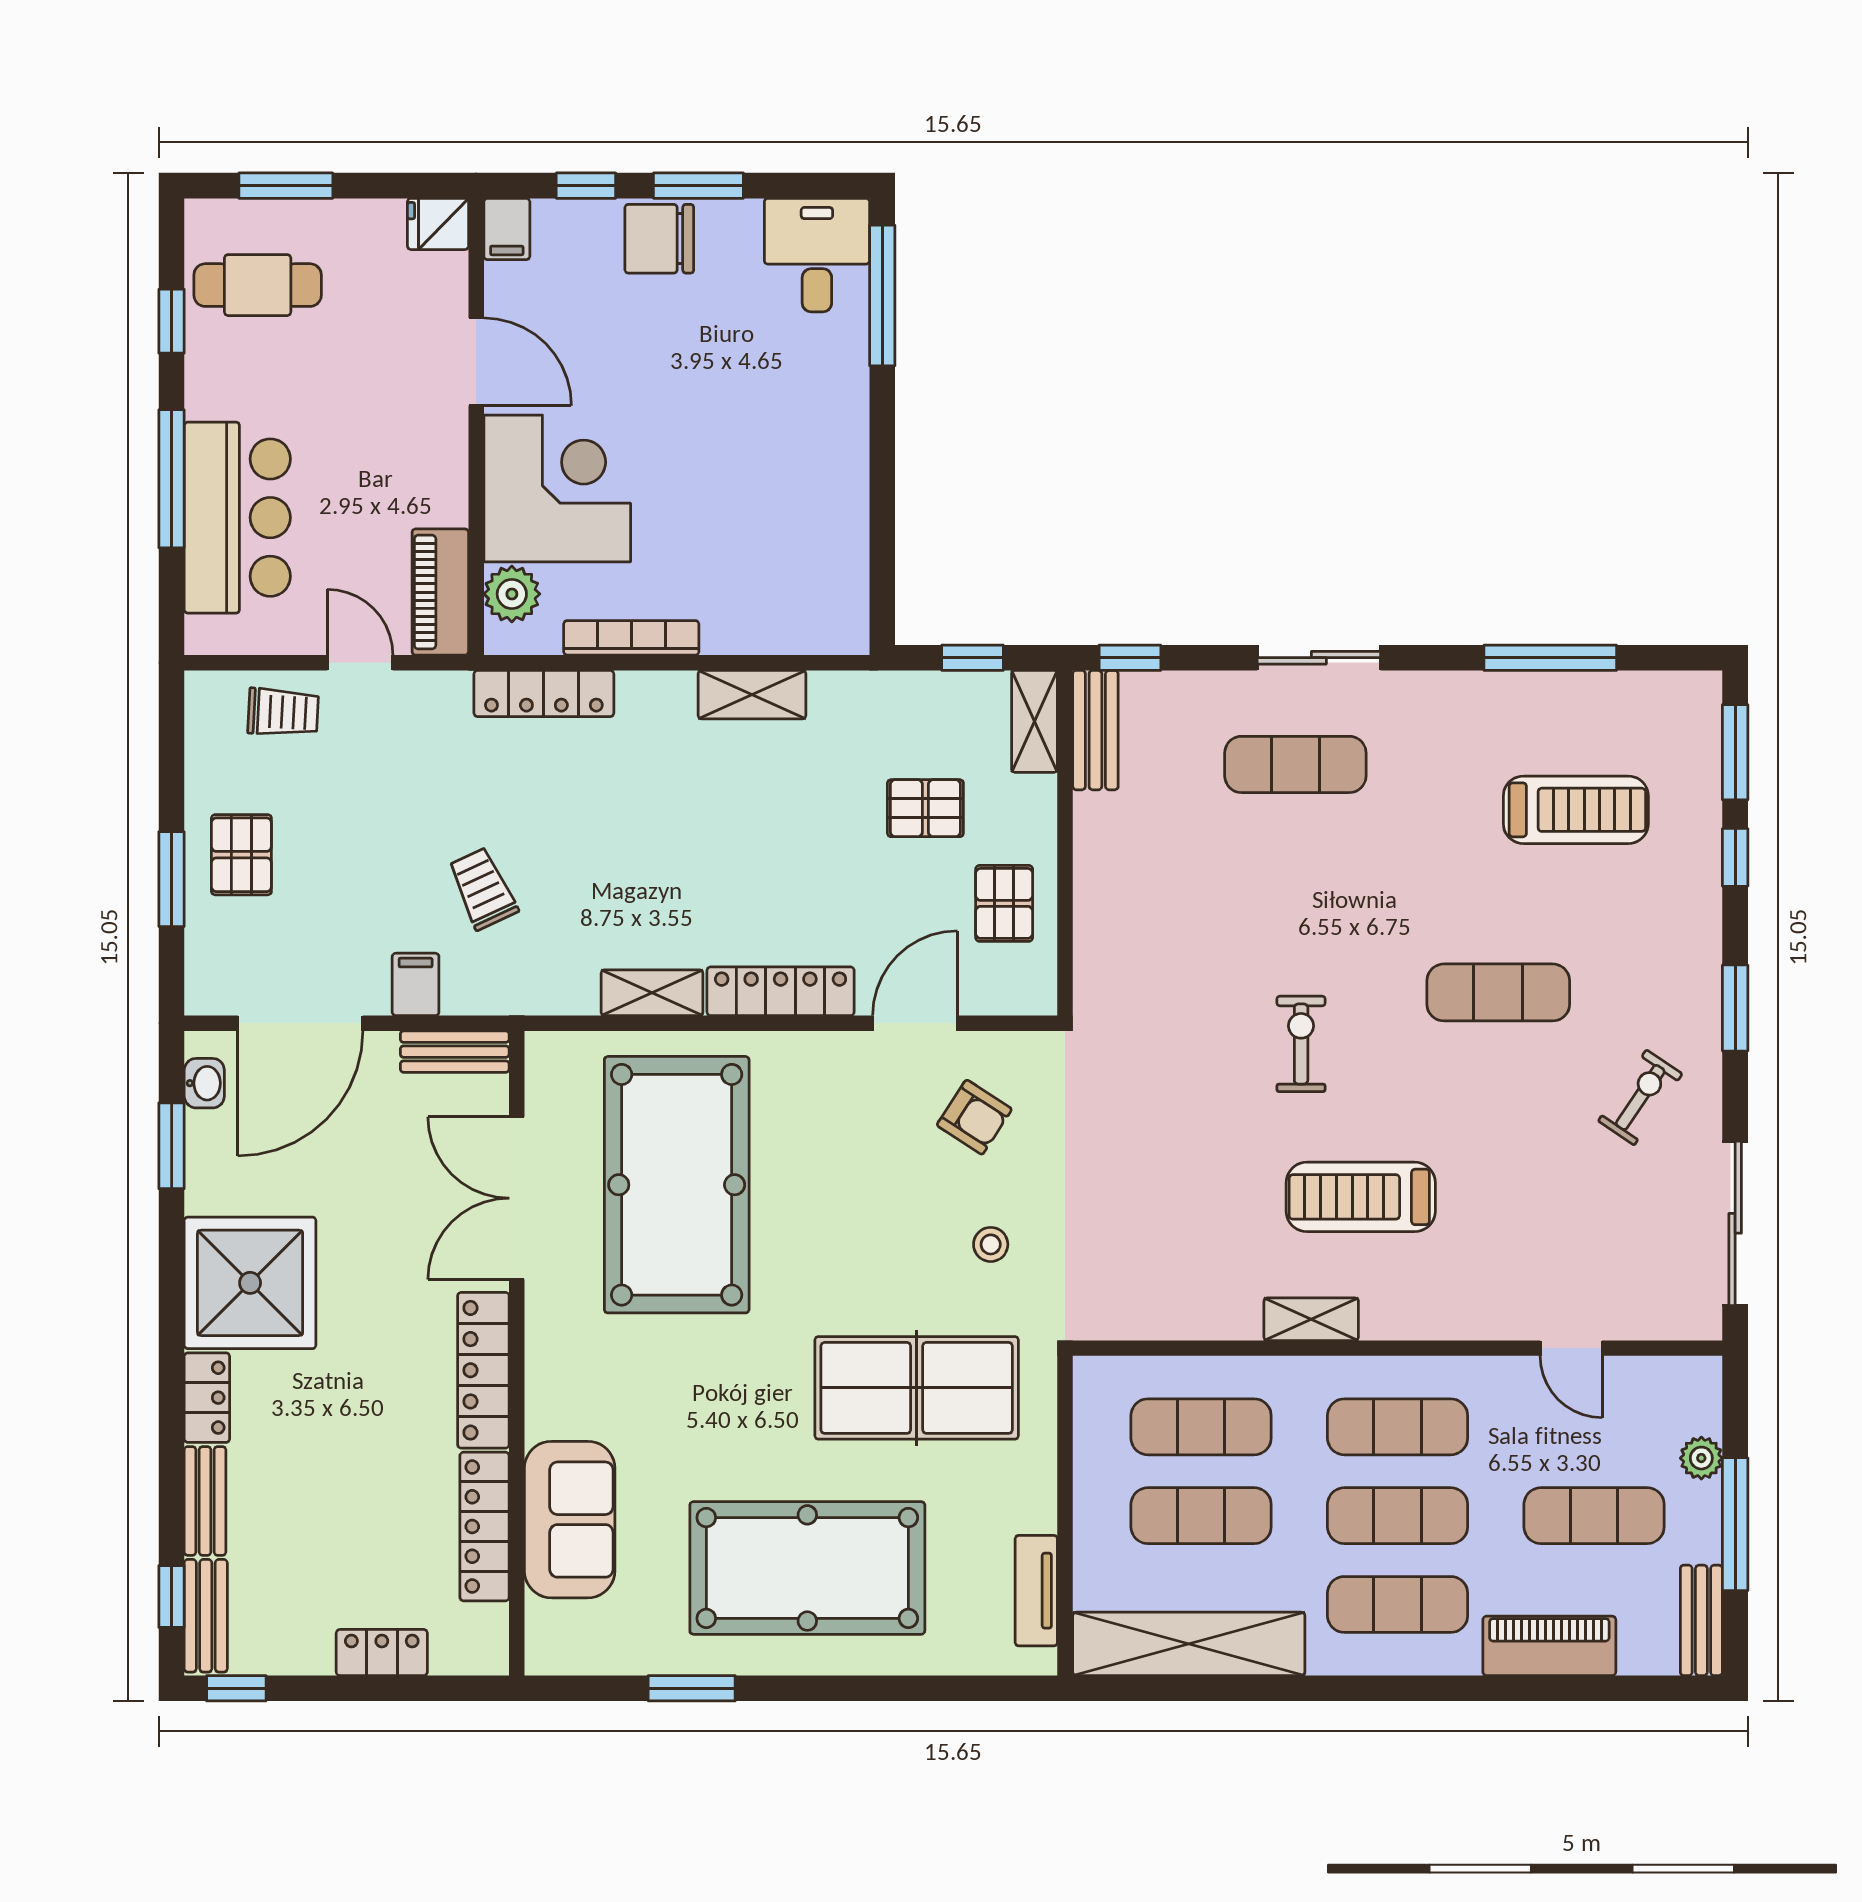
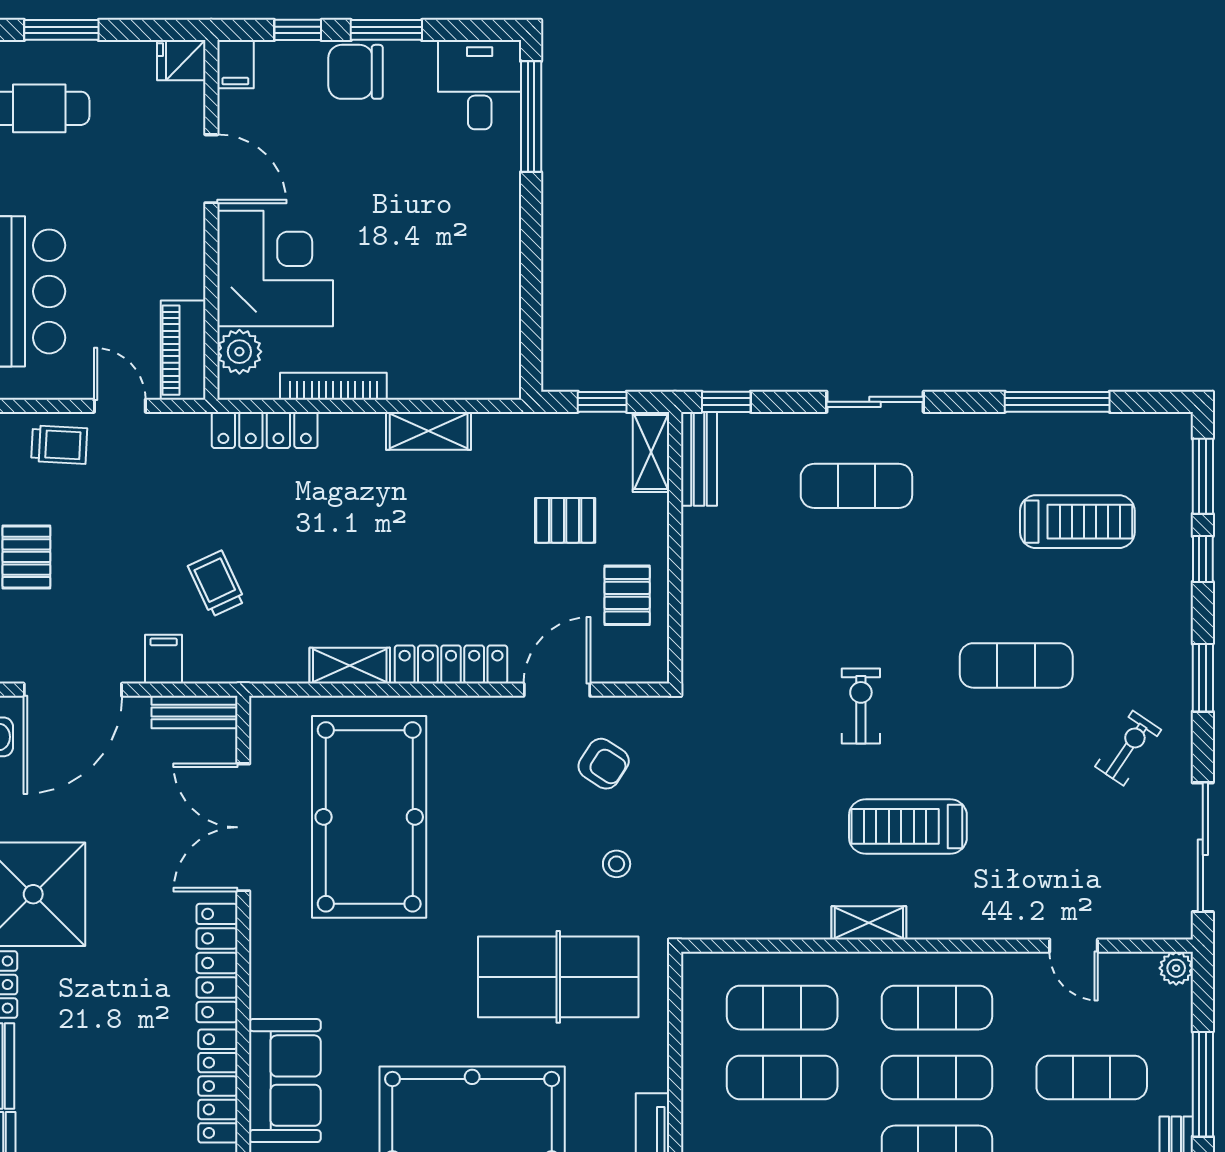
plant: (1701, 1458) -> (1176, 968), moved

